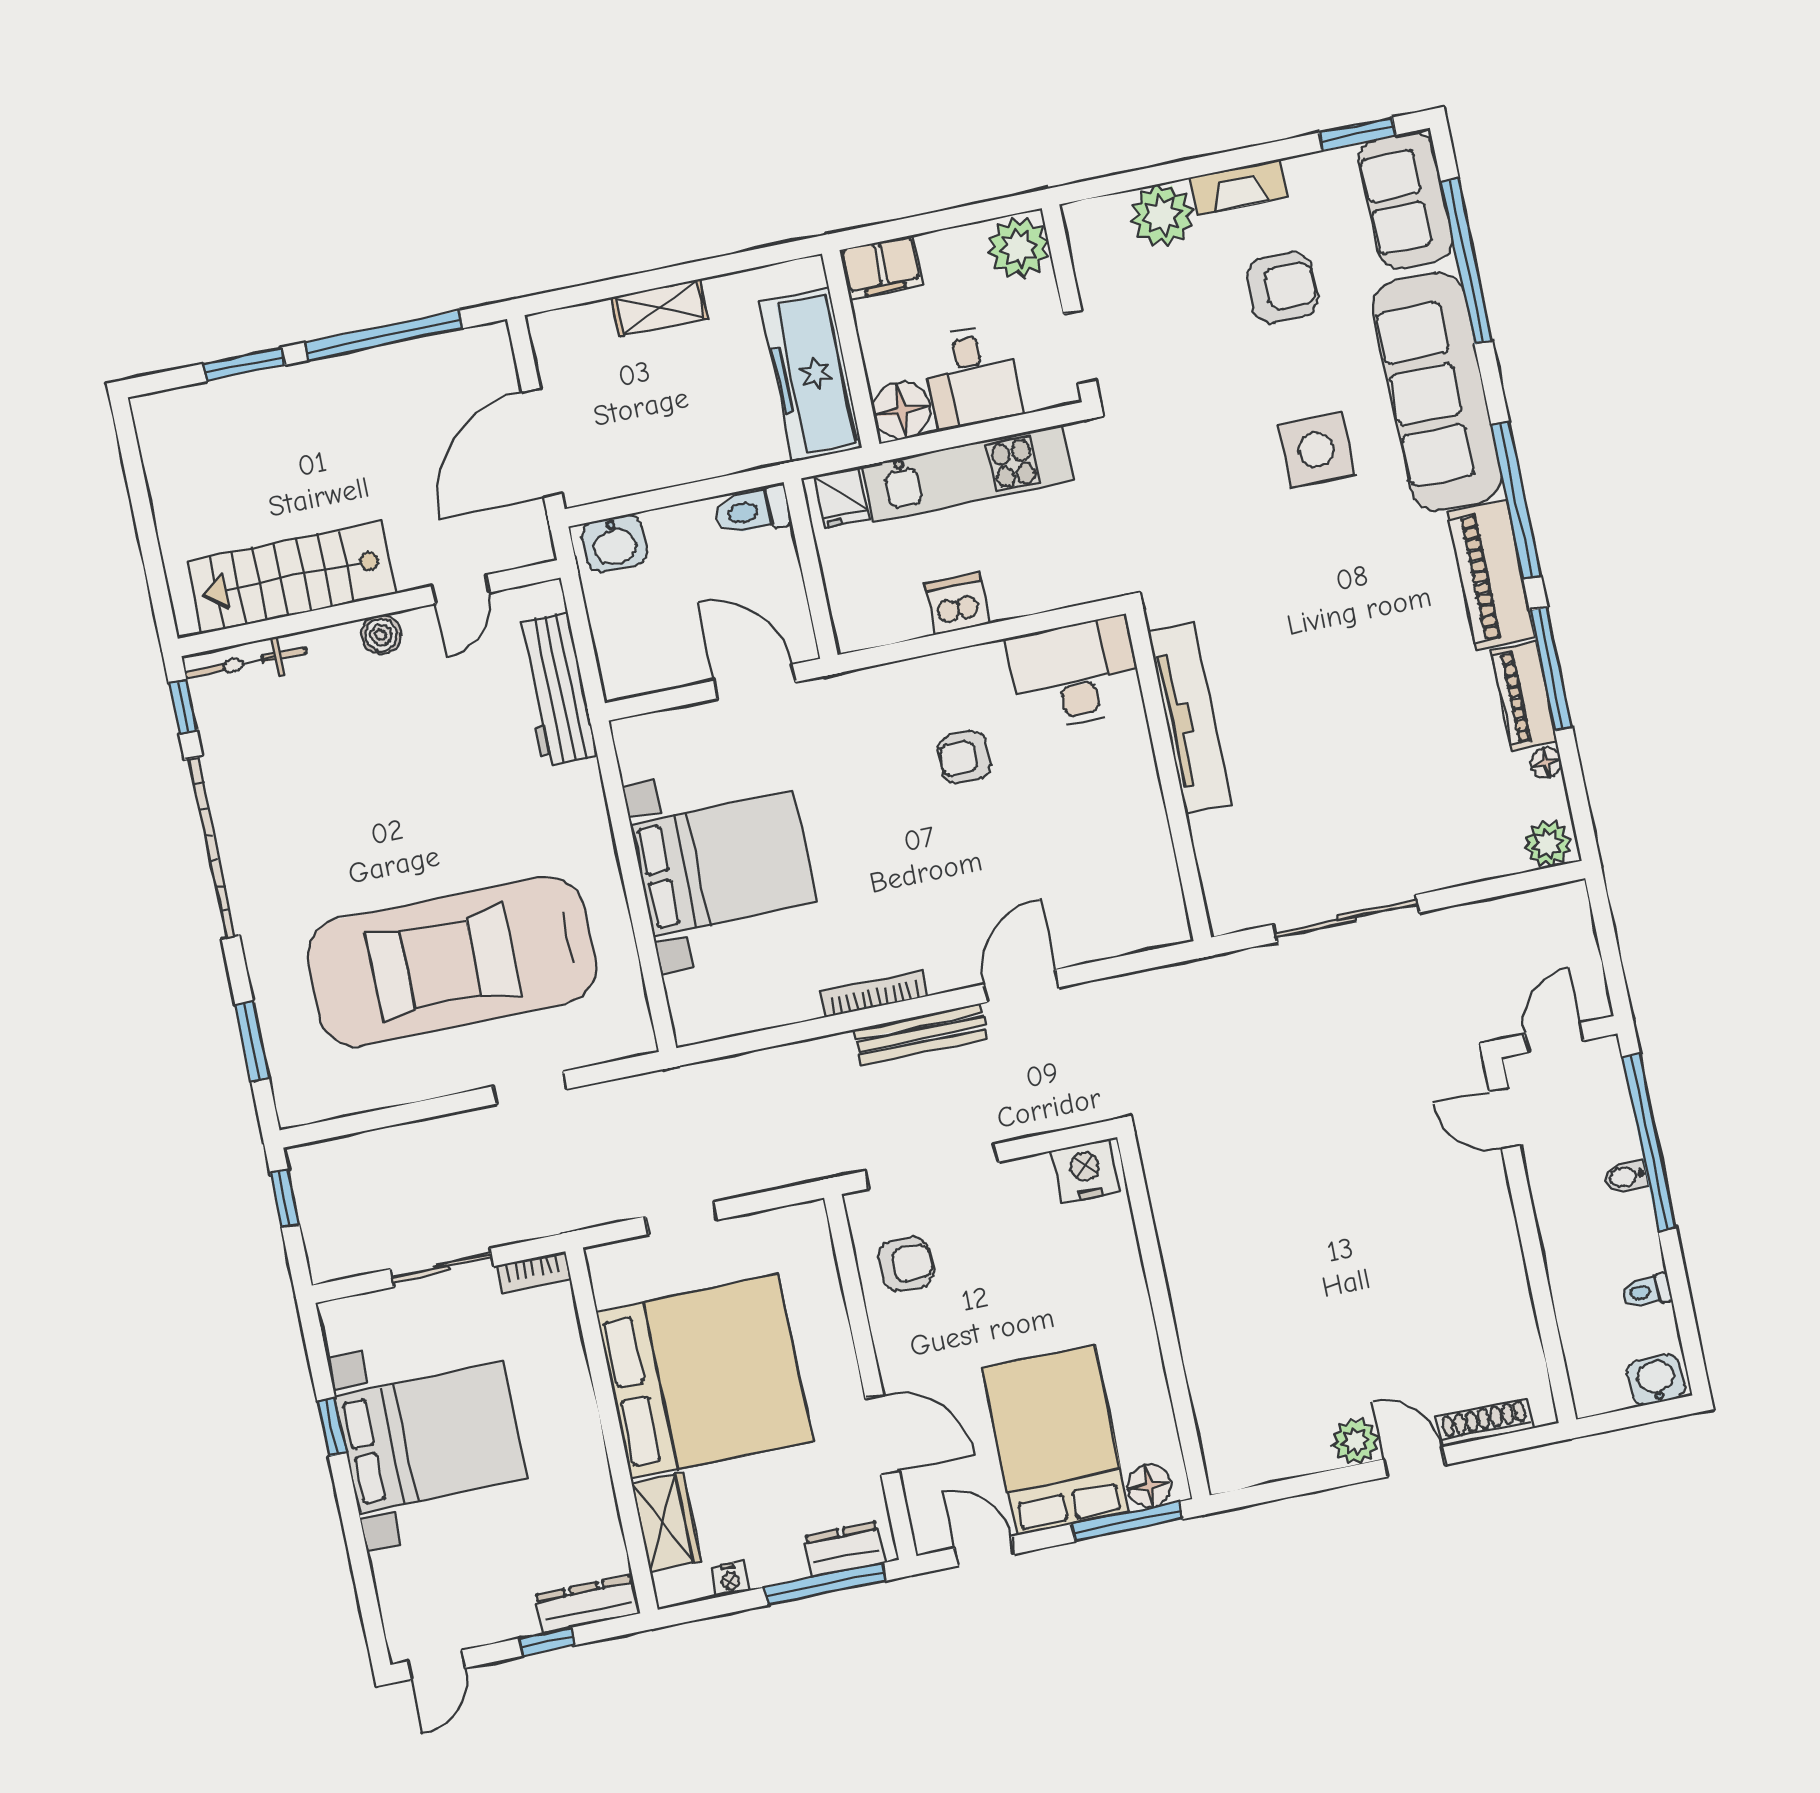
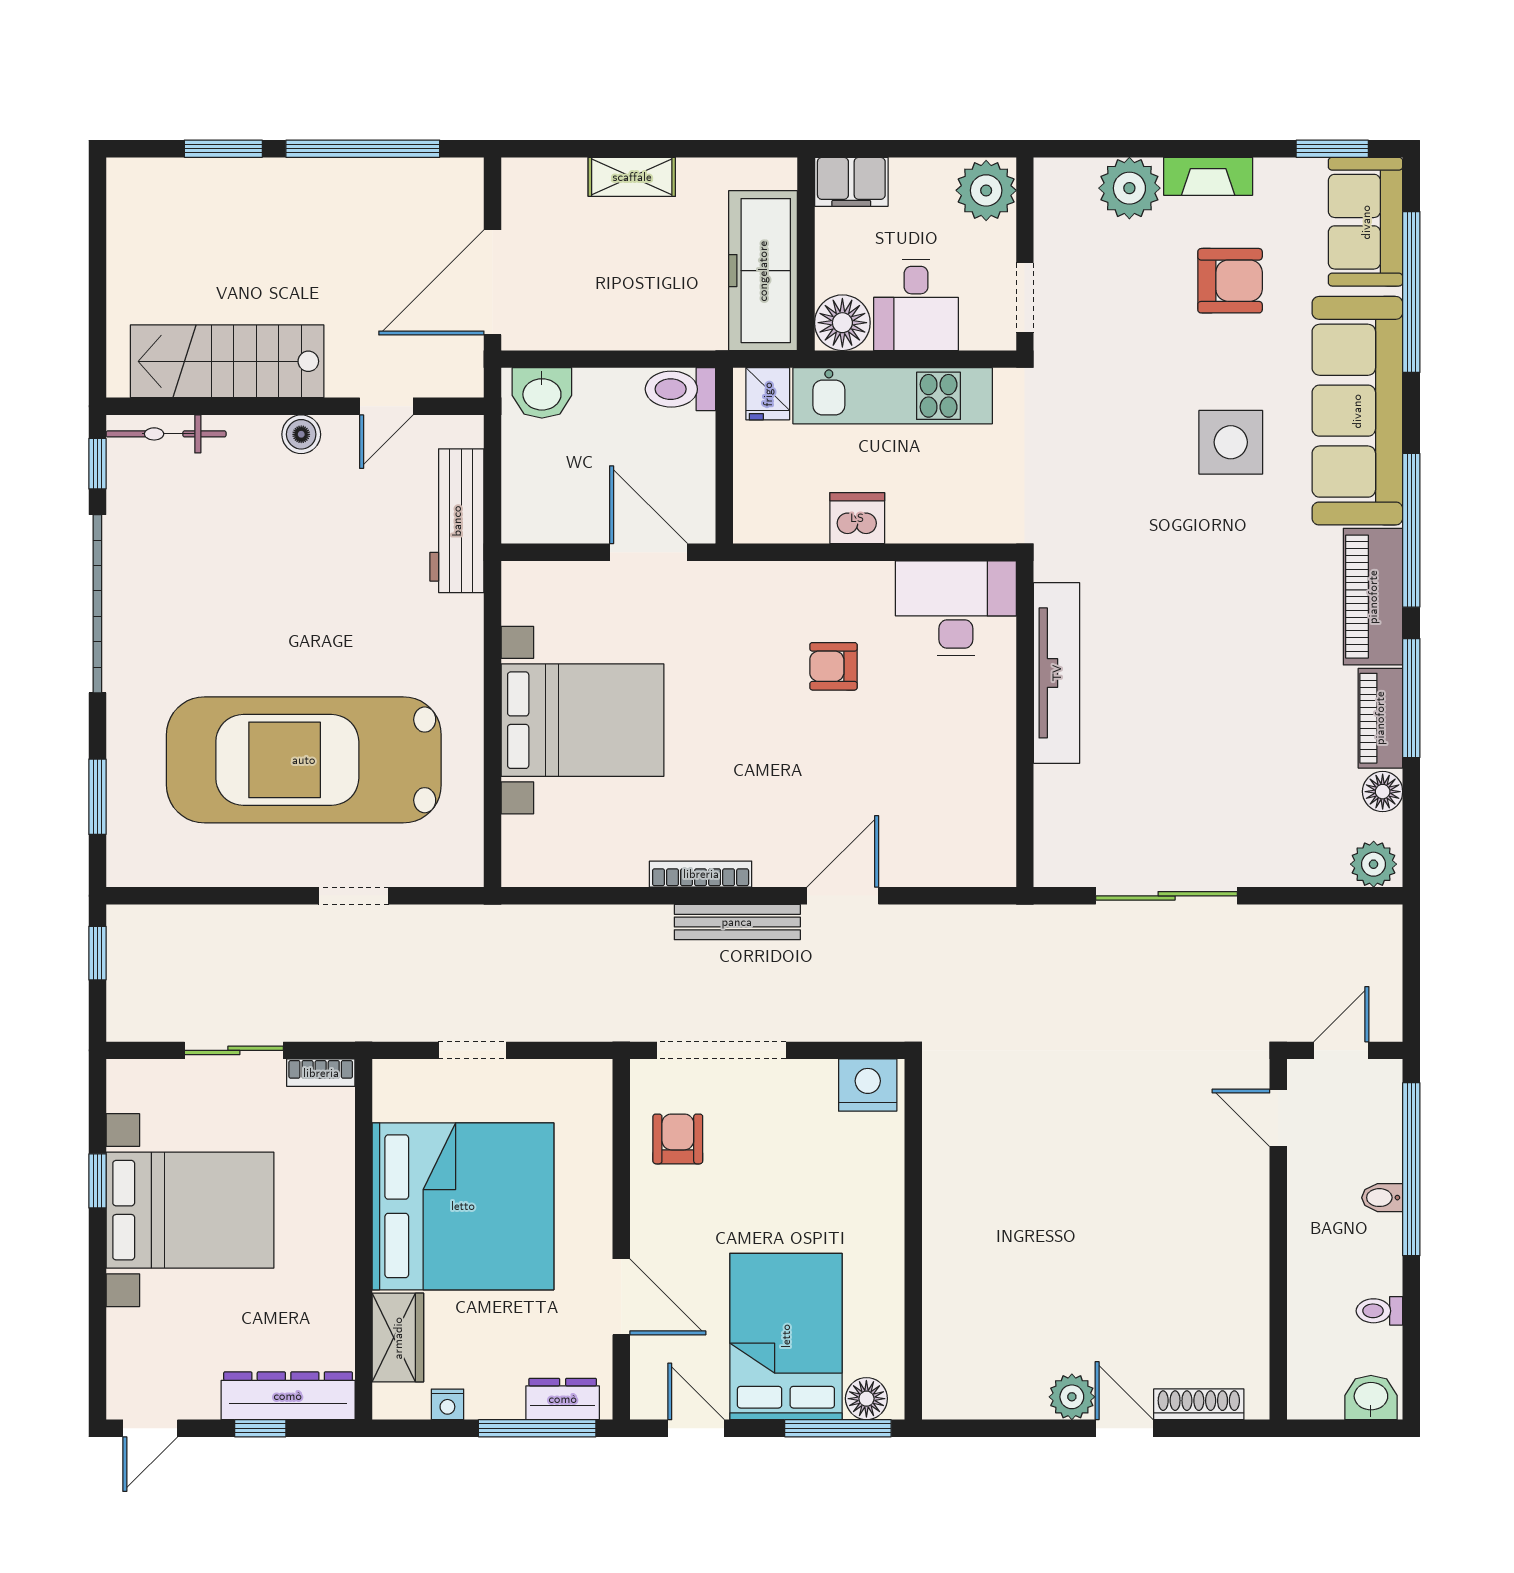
floor lamp: (1546, 762) -> (1383, 792), width x1.37, depth x1.37
armchair: (906, 1264) -> (678, 1139), turned -90
dresser: (587, 1604) -> (288, 1396), width x1.37, depth x1.24

